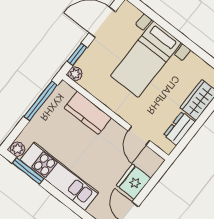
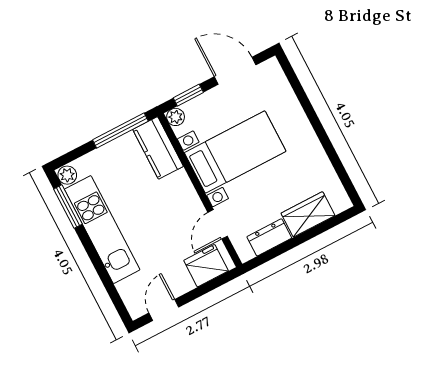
bed with nightstands: (146, 59) -> (235, 152), moved, turned 180
kitchen counter: (88, 113) -> (158, 148), moved
fridge: (134, 182) -> (206, 266), moved

